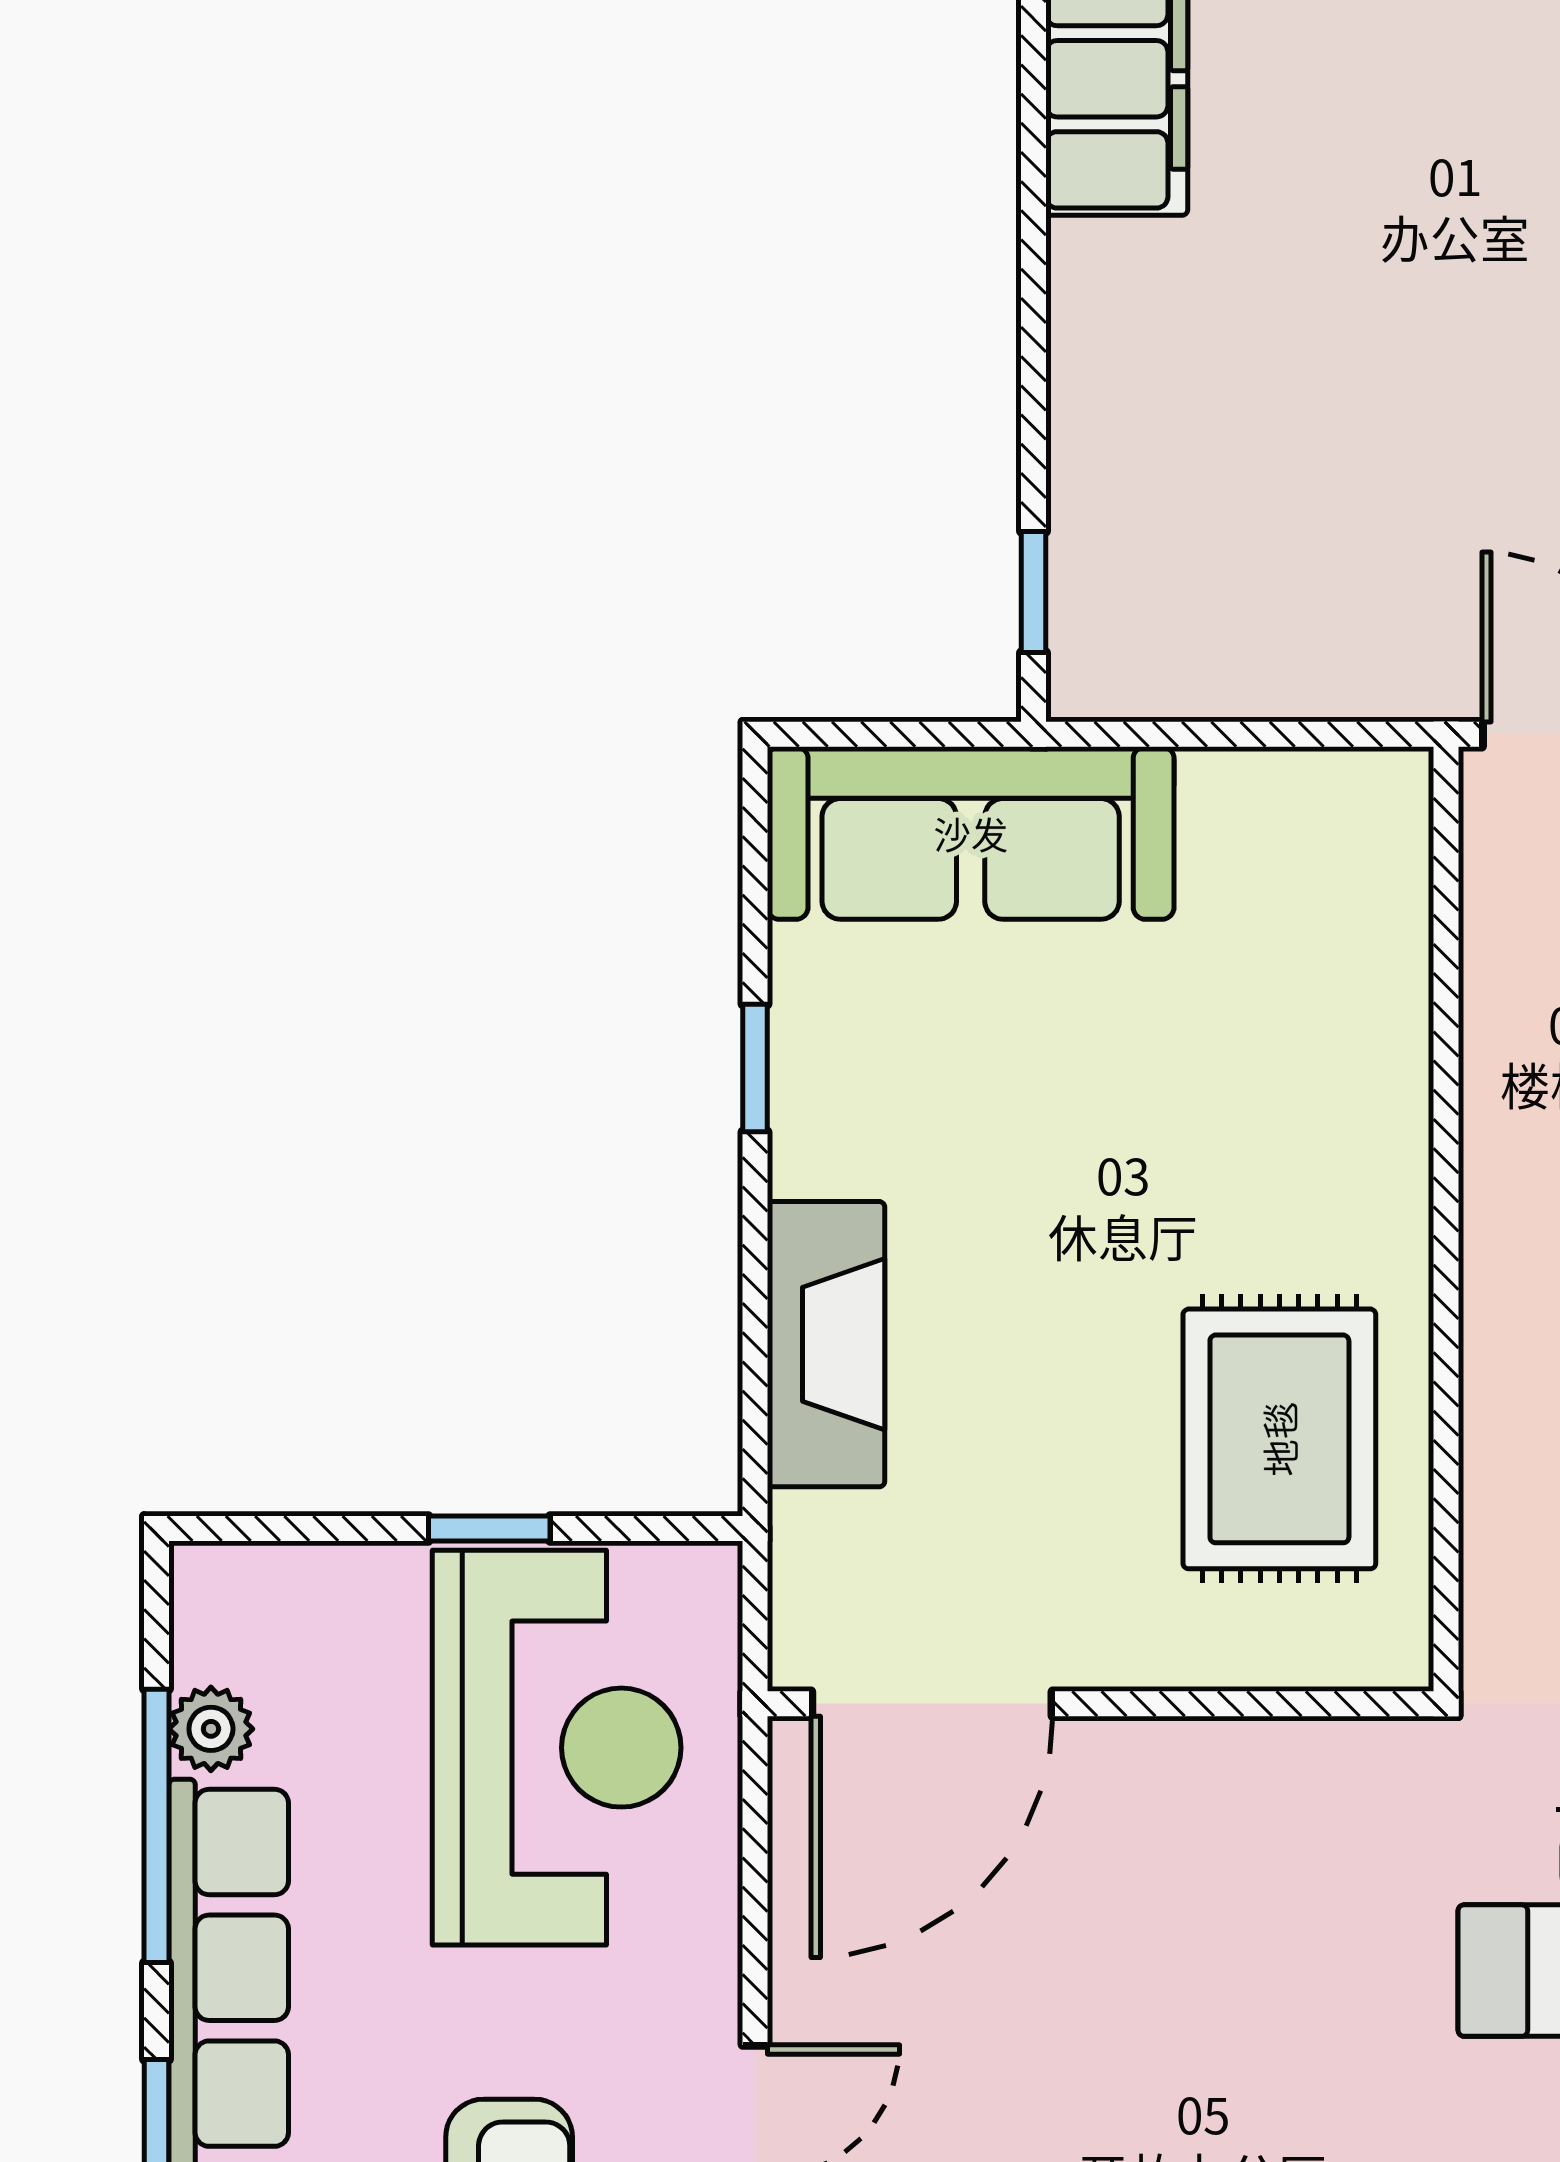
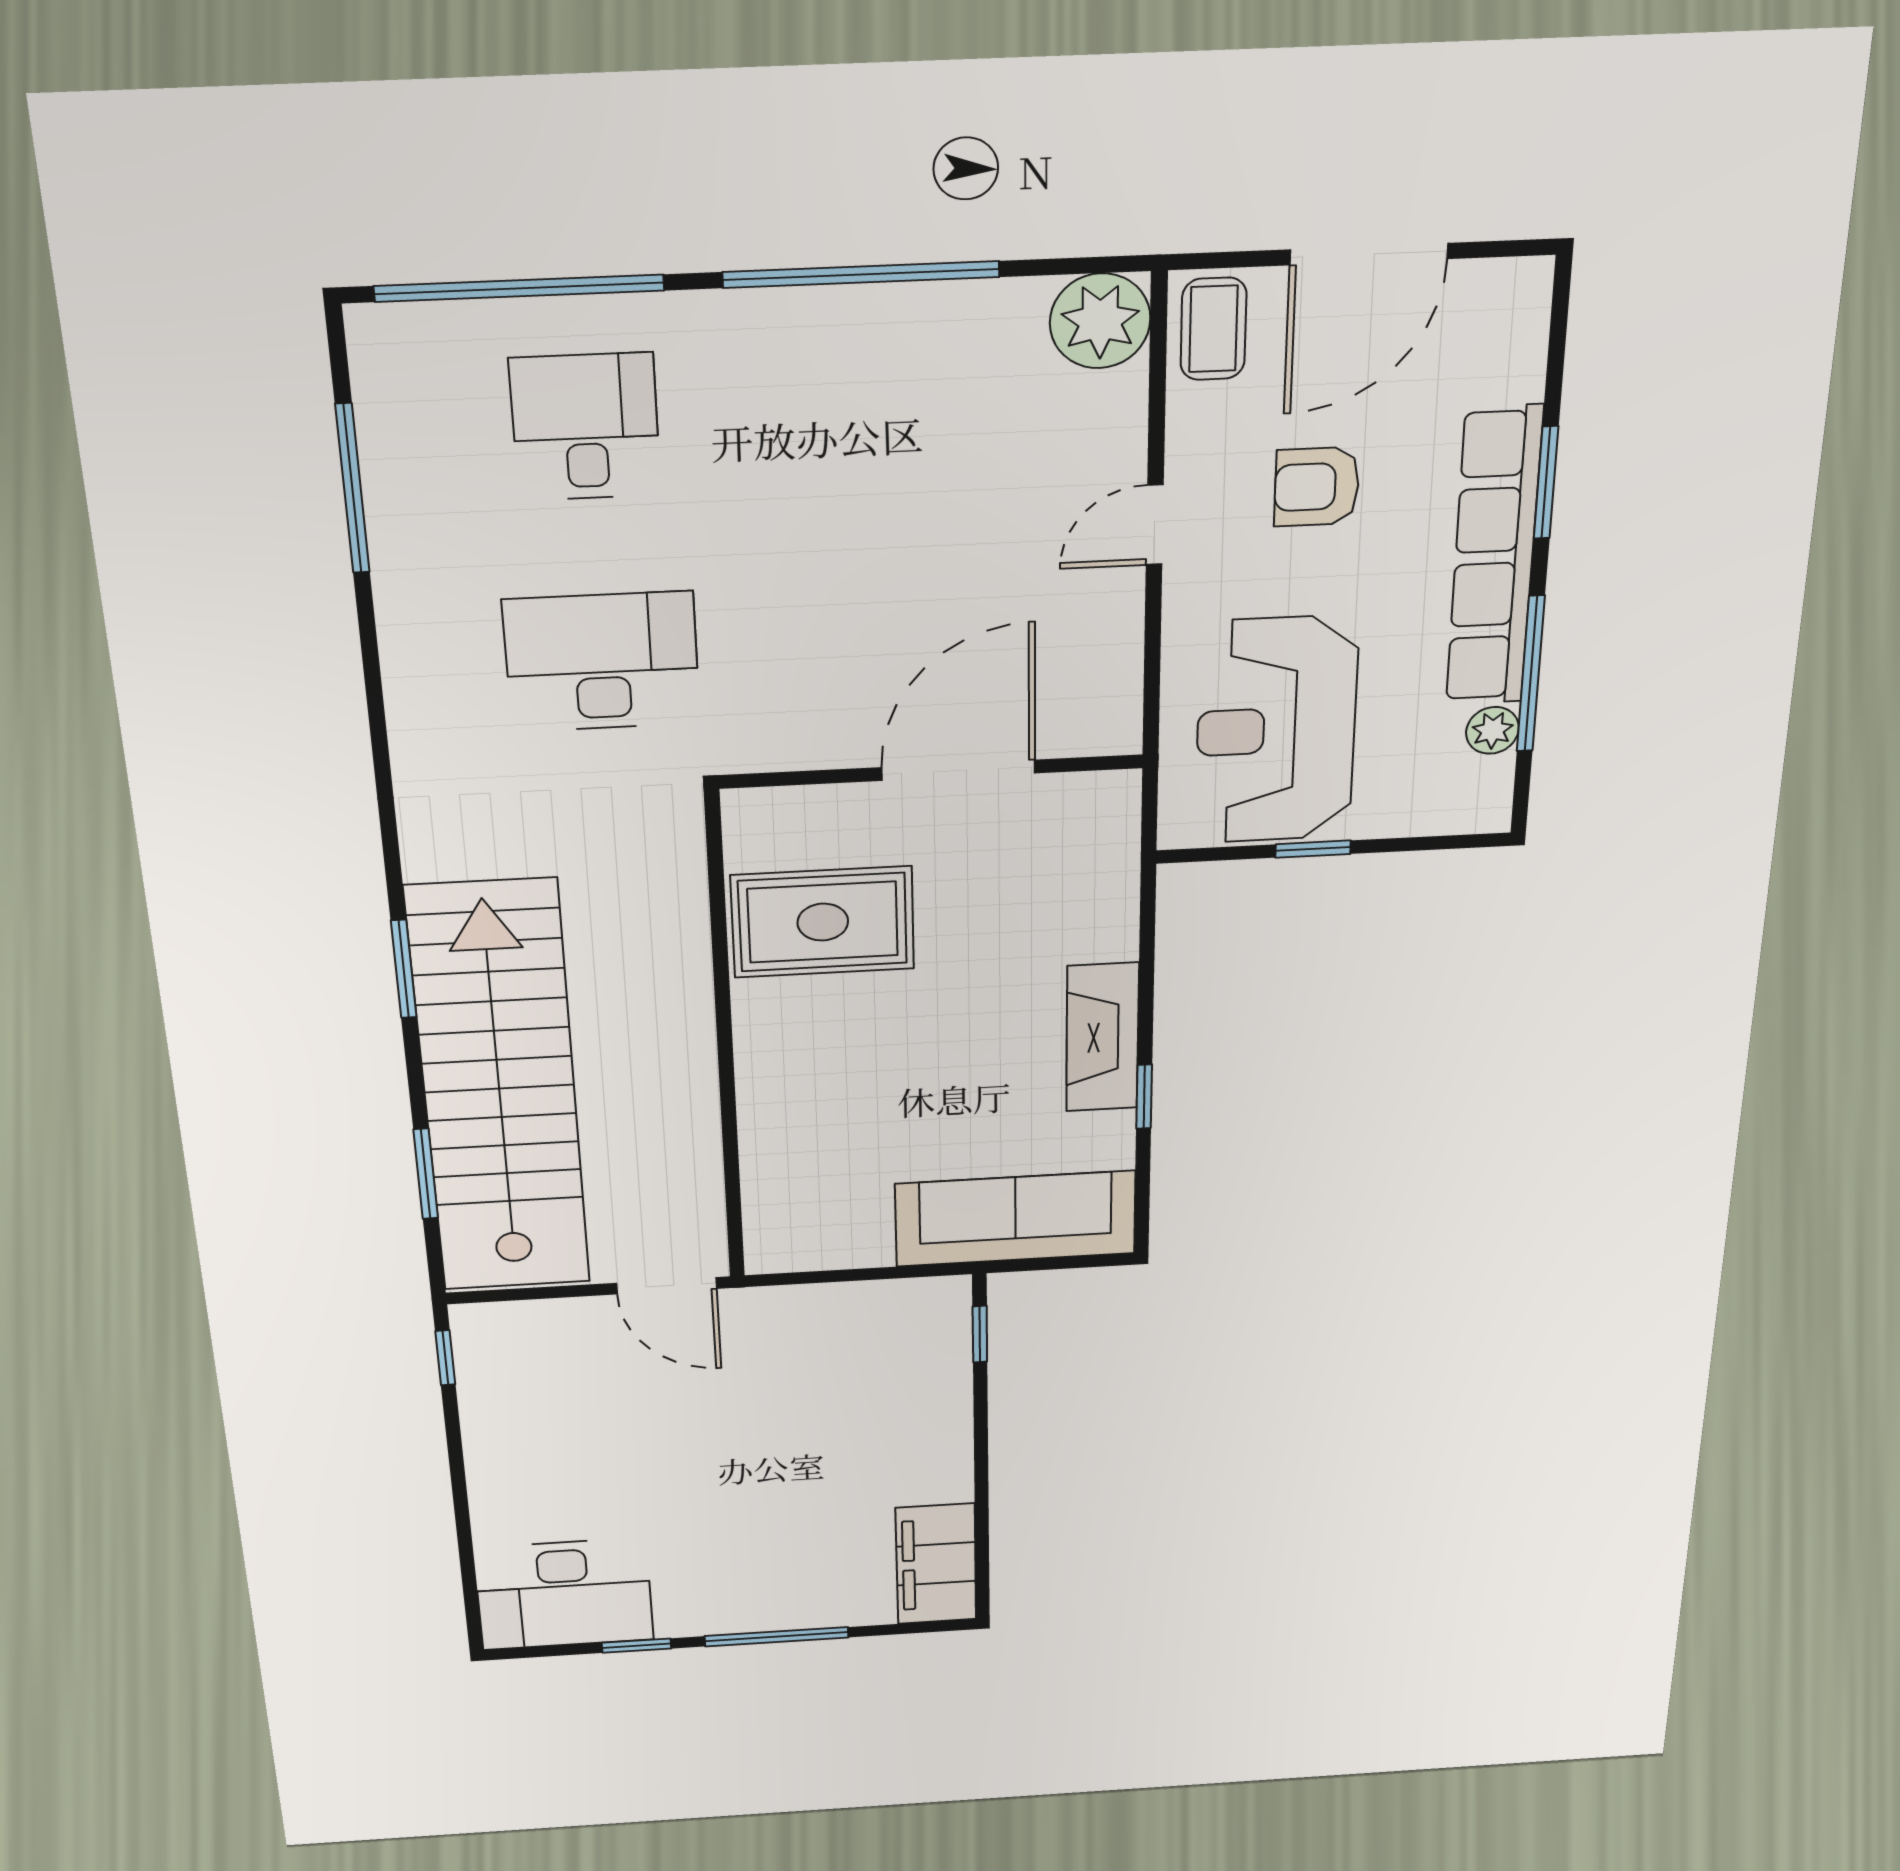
fireplace: (826, 1344) -> (1102, 1037), moved
rug: (1279, 1439) -> (823, 922), turned 90
door: (932, 1704) -> (958, 770), moved

